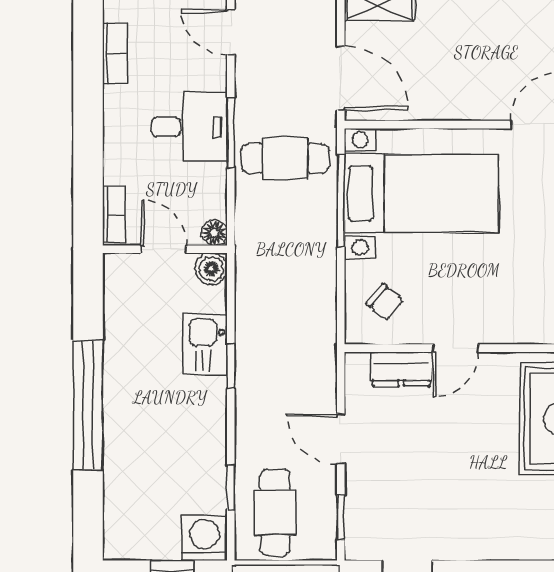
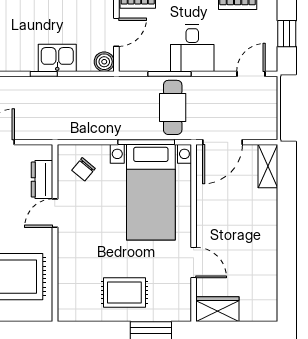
window: (231, 132) -> (169, 74), moved
floor lamp: (214, 233) -> (127, 64), removed
door: (455, 348) -> (55, 213), hinge flipped

